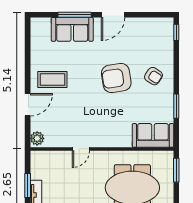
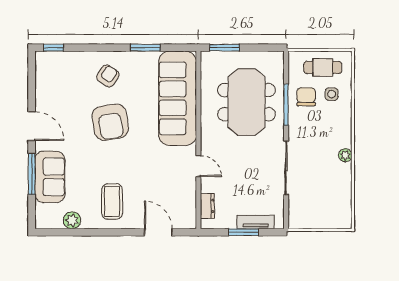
door: (28, 105) -> (158, 232), moved
sofa: (153, 135) -> (178, 98), width x1.85, depth x1.27
plant: (37, 138) -> (72, 220), moved
dresser: (49, 156) -> (207, 206), added

